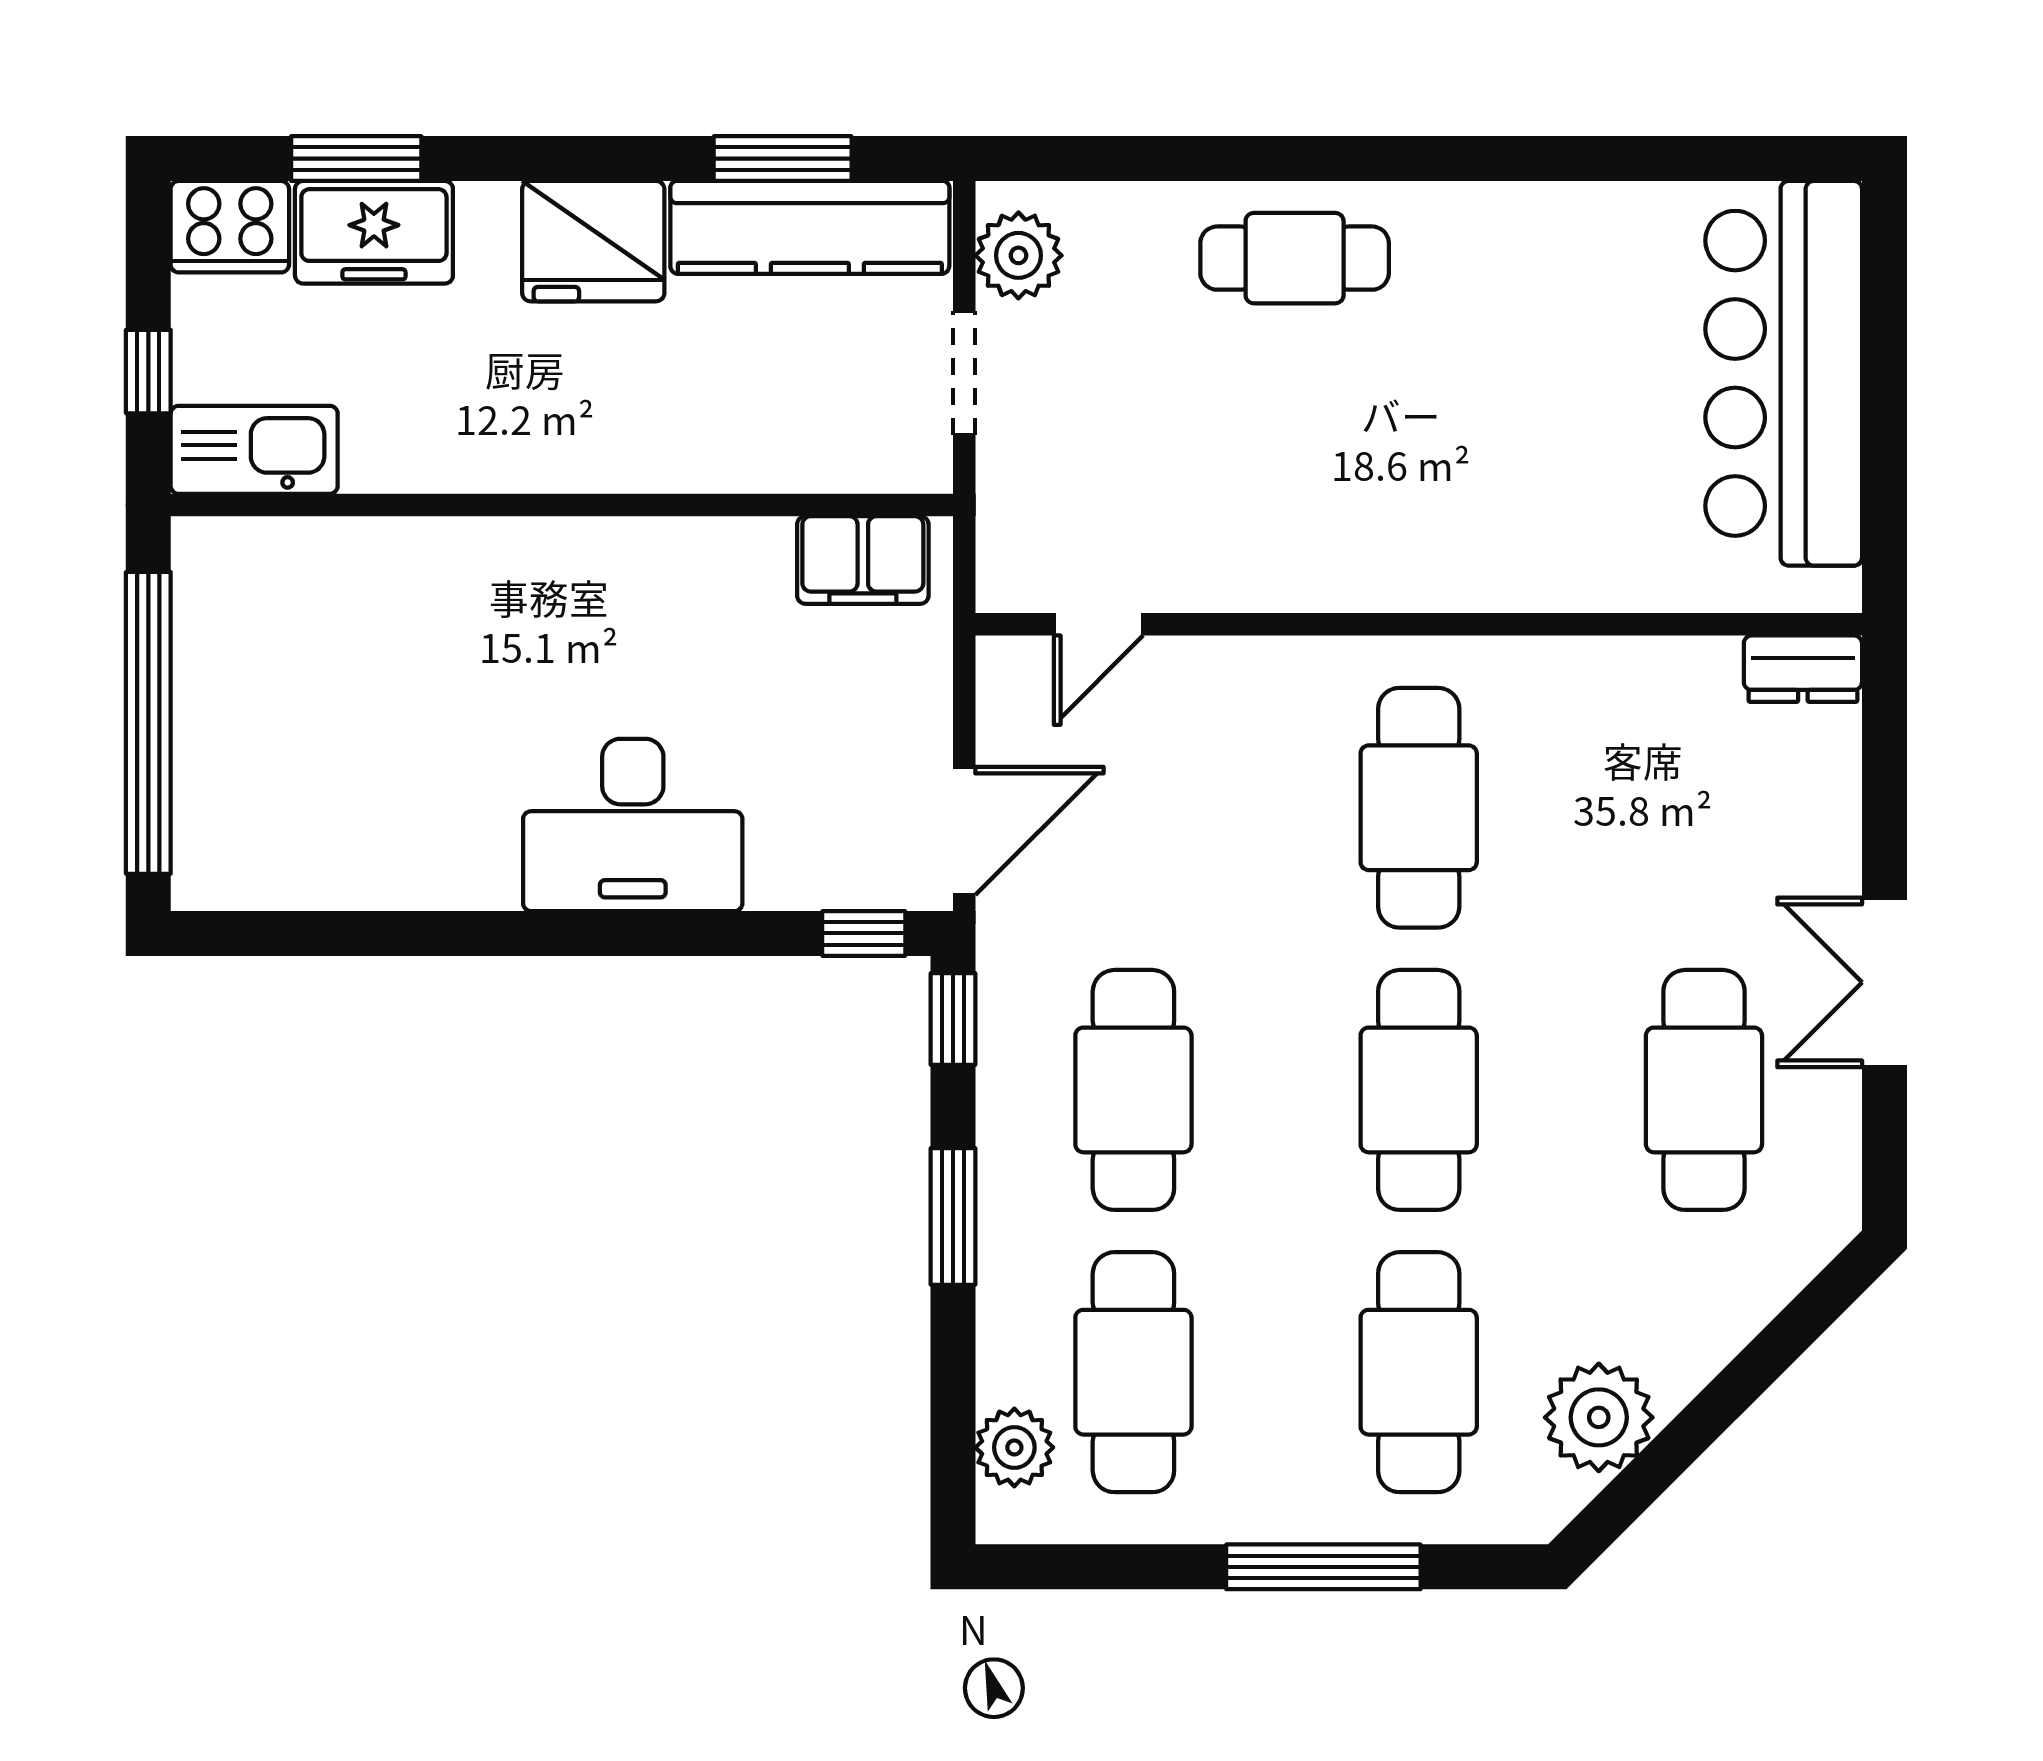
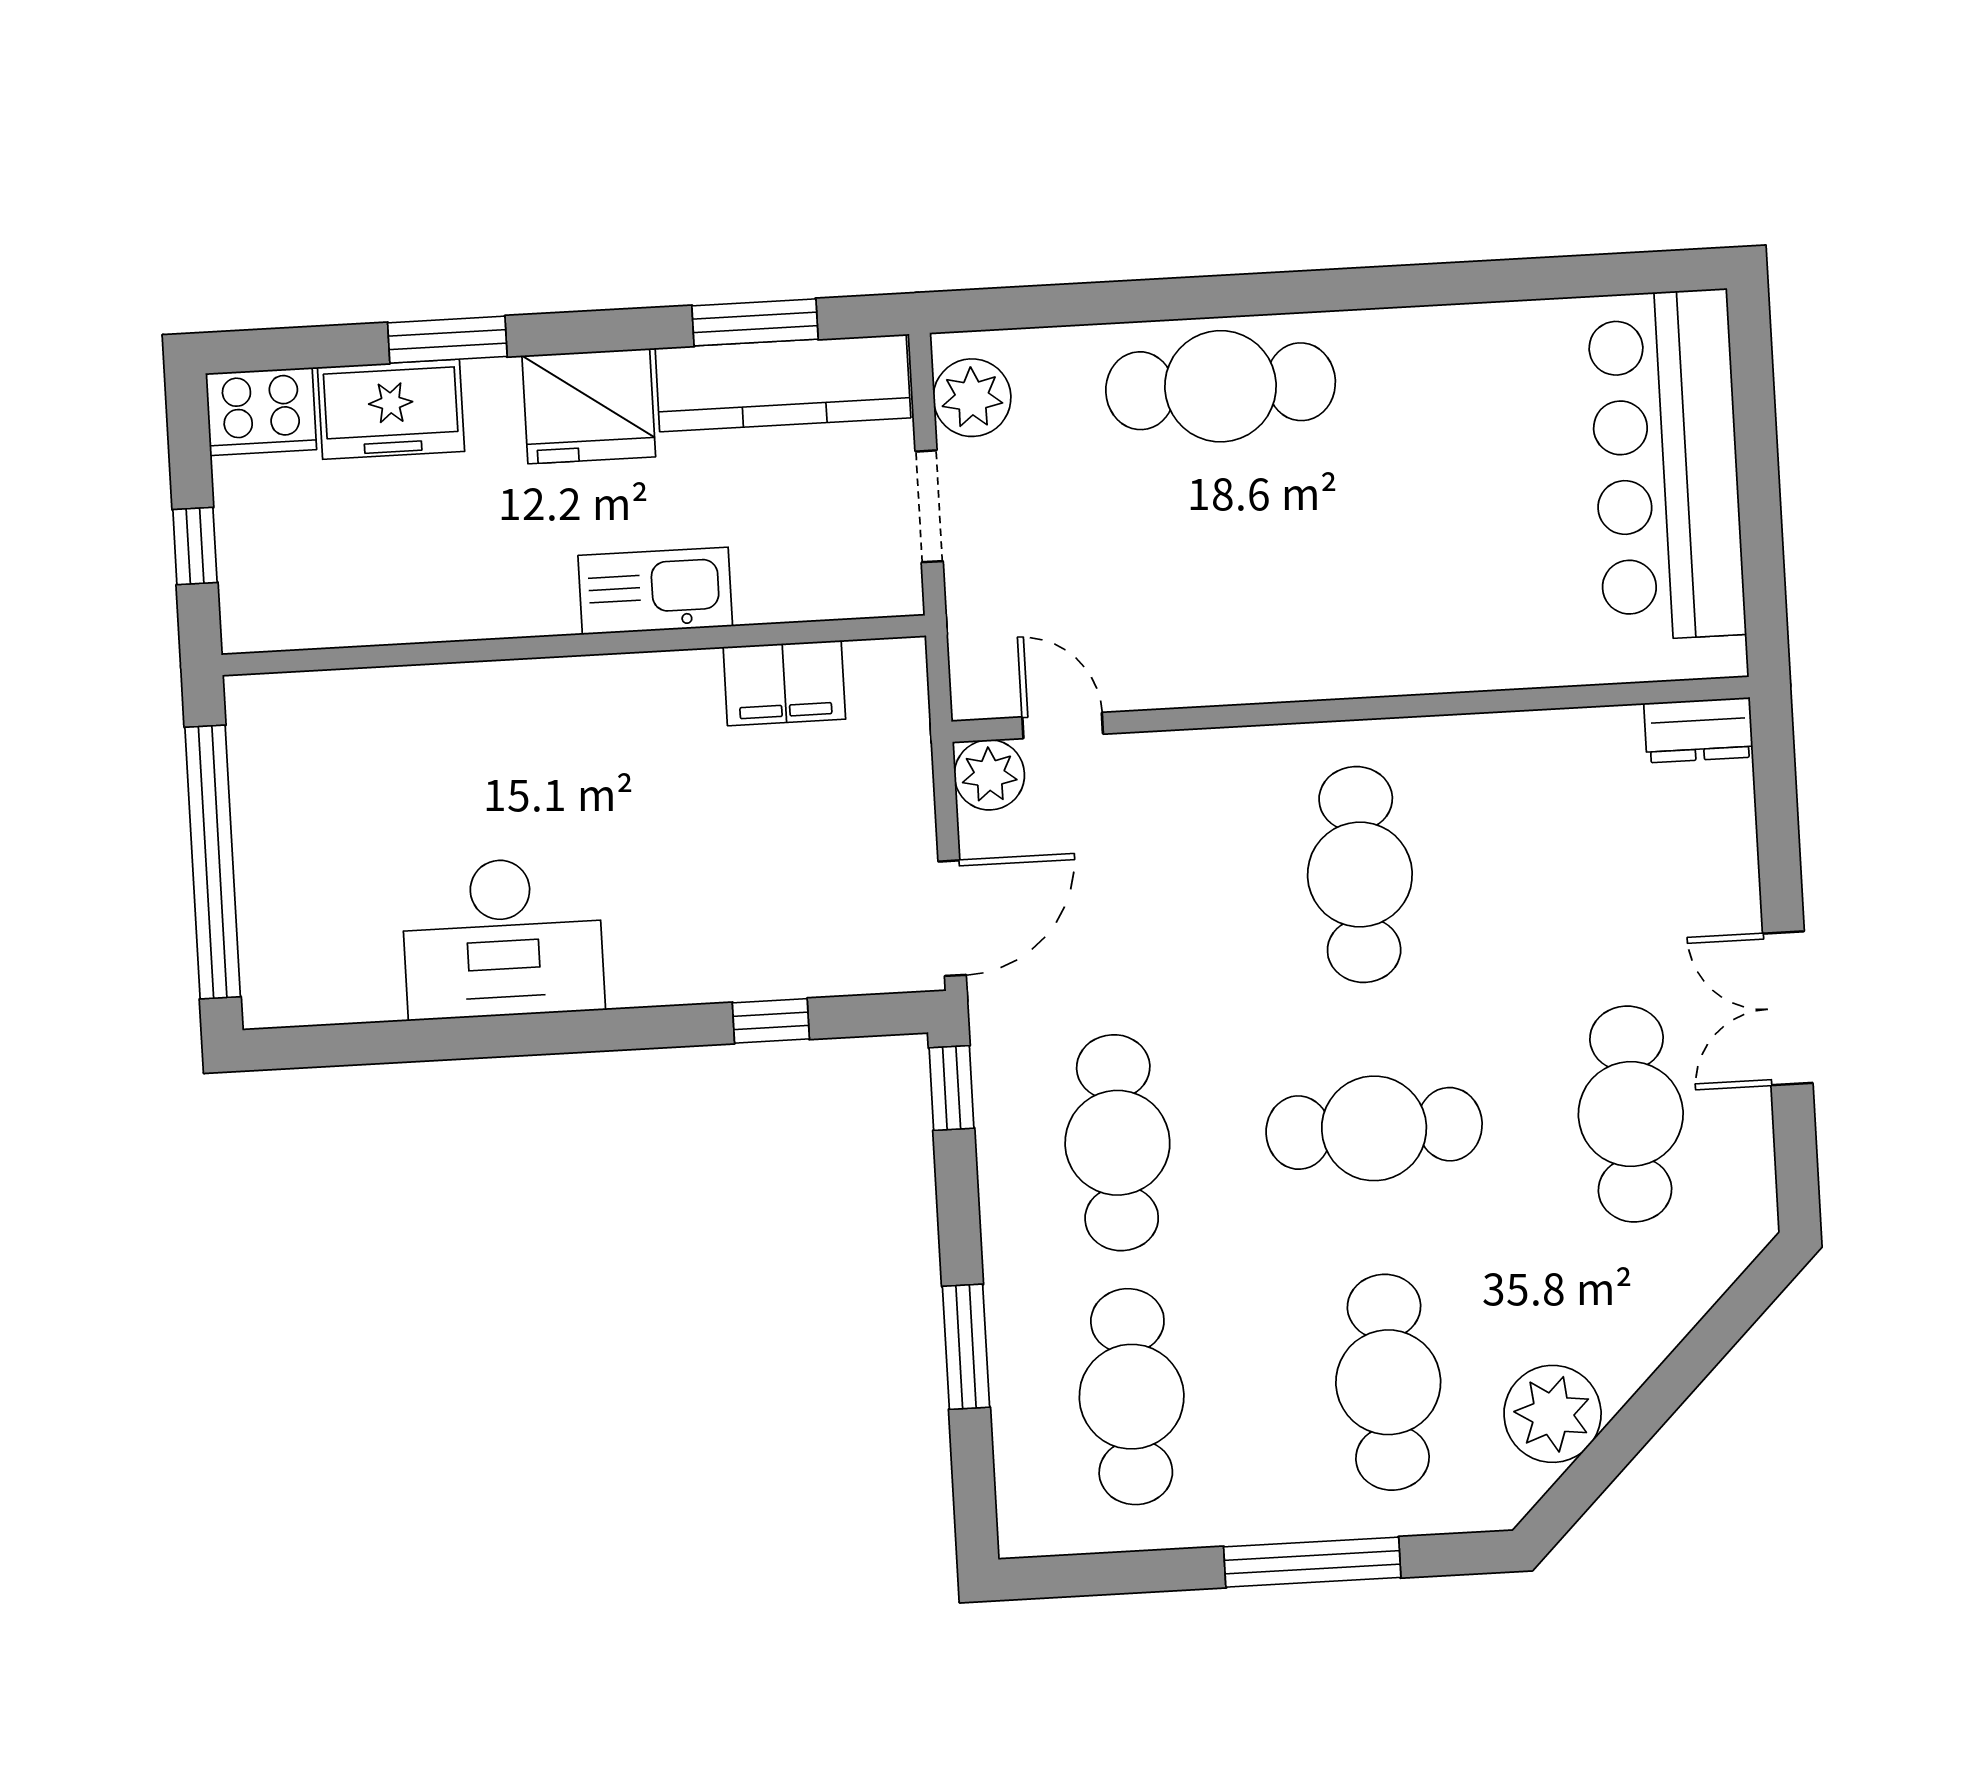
window: (356, 159) -> (447, 340), moved
cafe table: (1295, 258) -> (1221, 386), width x1.37, depth x1.35
kitchen sink: (254, 450) -> (655, 591), moved
filing cabinet: (863, 560) -> (784, 683), moved
door: (1099, 624) -> (1063, 726), swing flipped
desk: (633, 825) -> (503, 938), moved
window: (864, 933) -> (771, 1021), moved
cafe table: (1419, 1090) -> (1374, 1128), turned 90
window: (953, 1216) -> (966, 1347), moved
plant: (1014, 1447) -> (989, 775), moved

